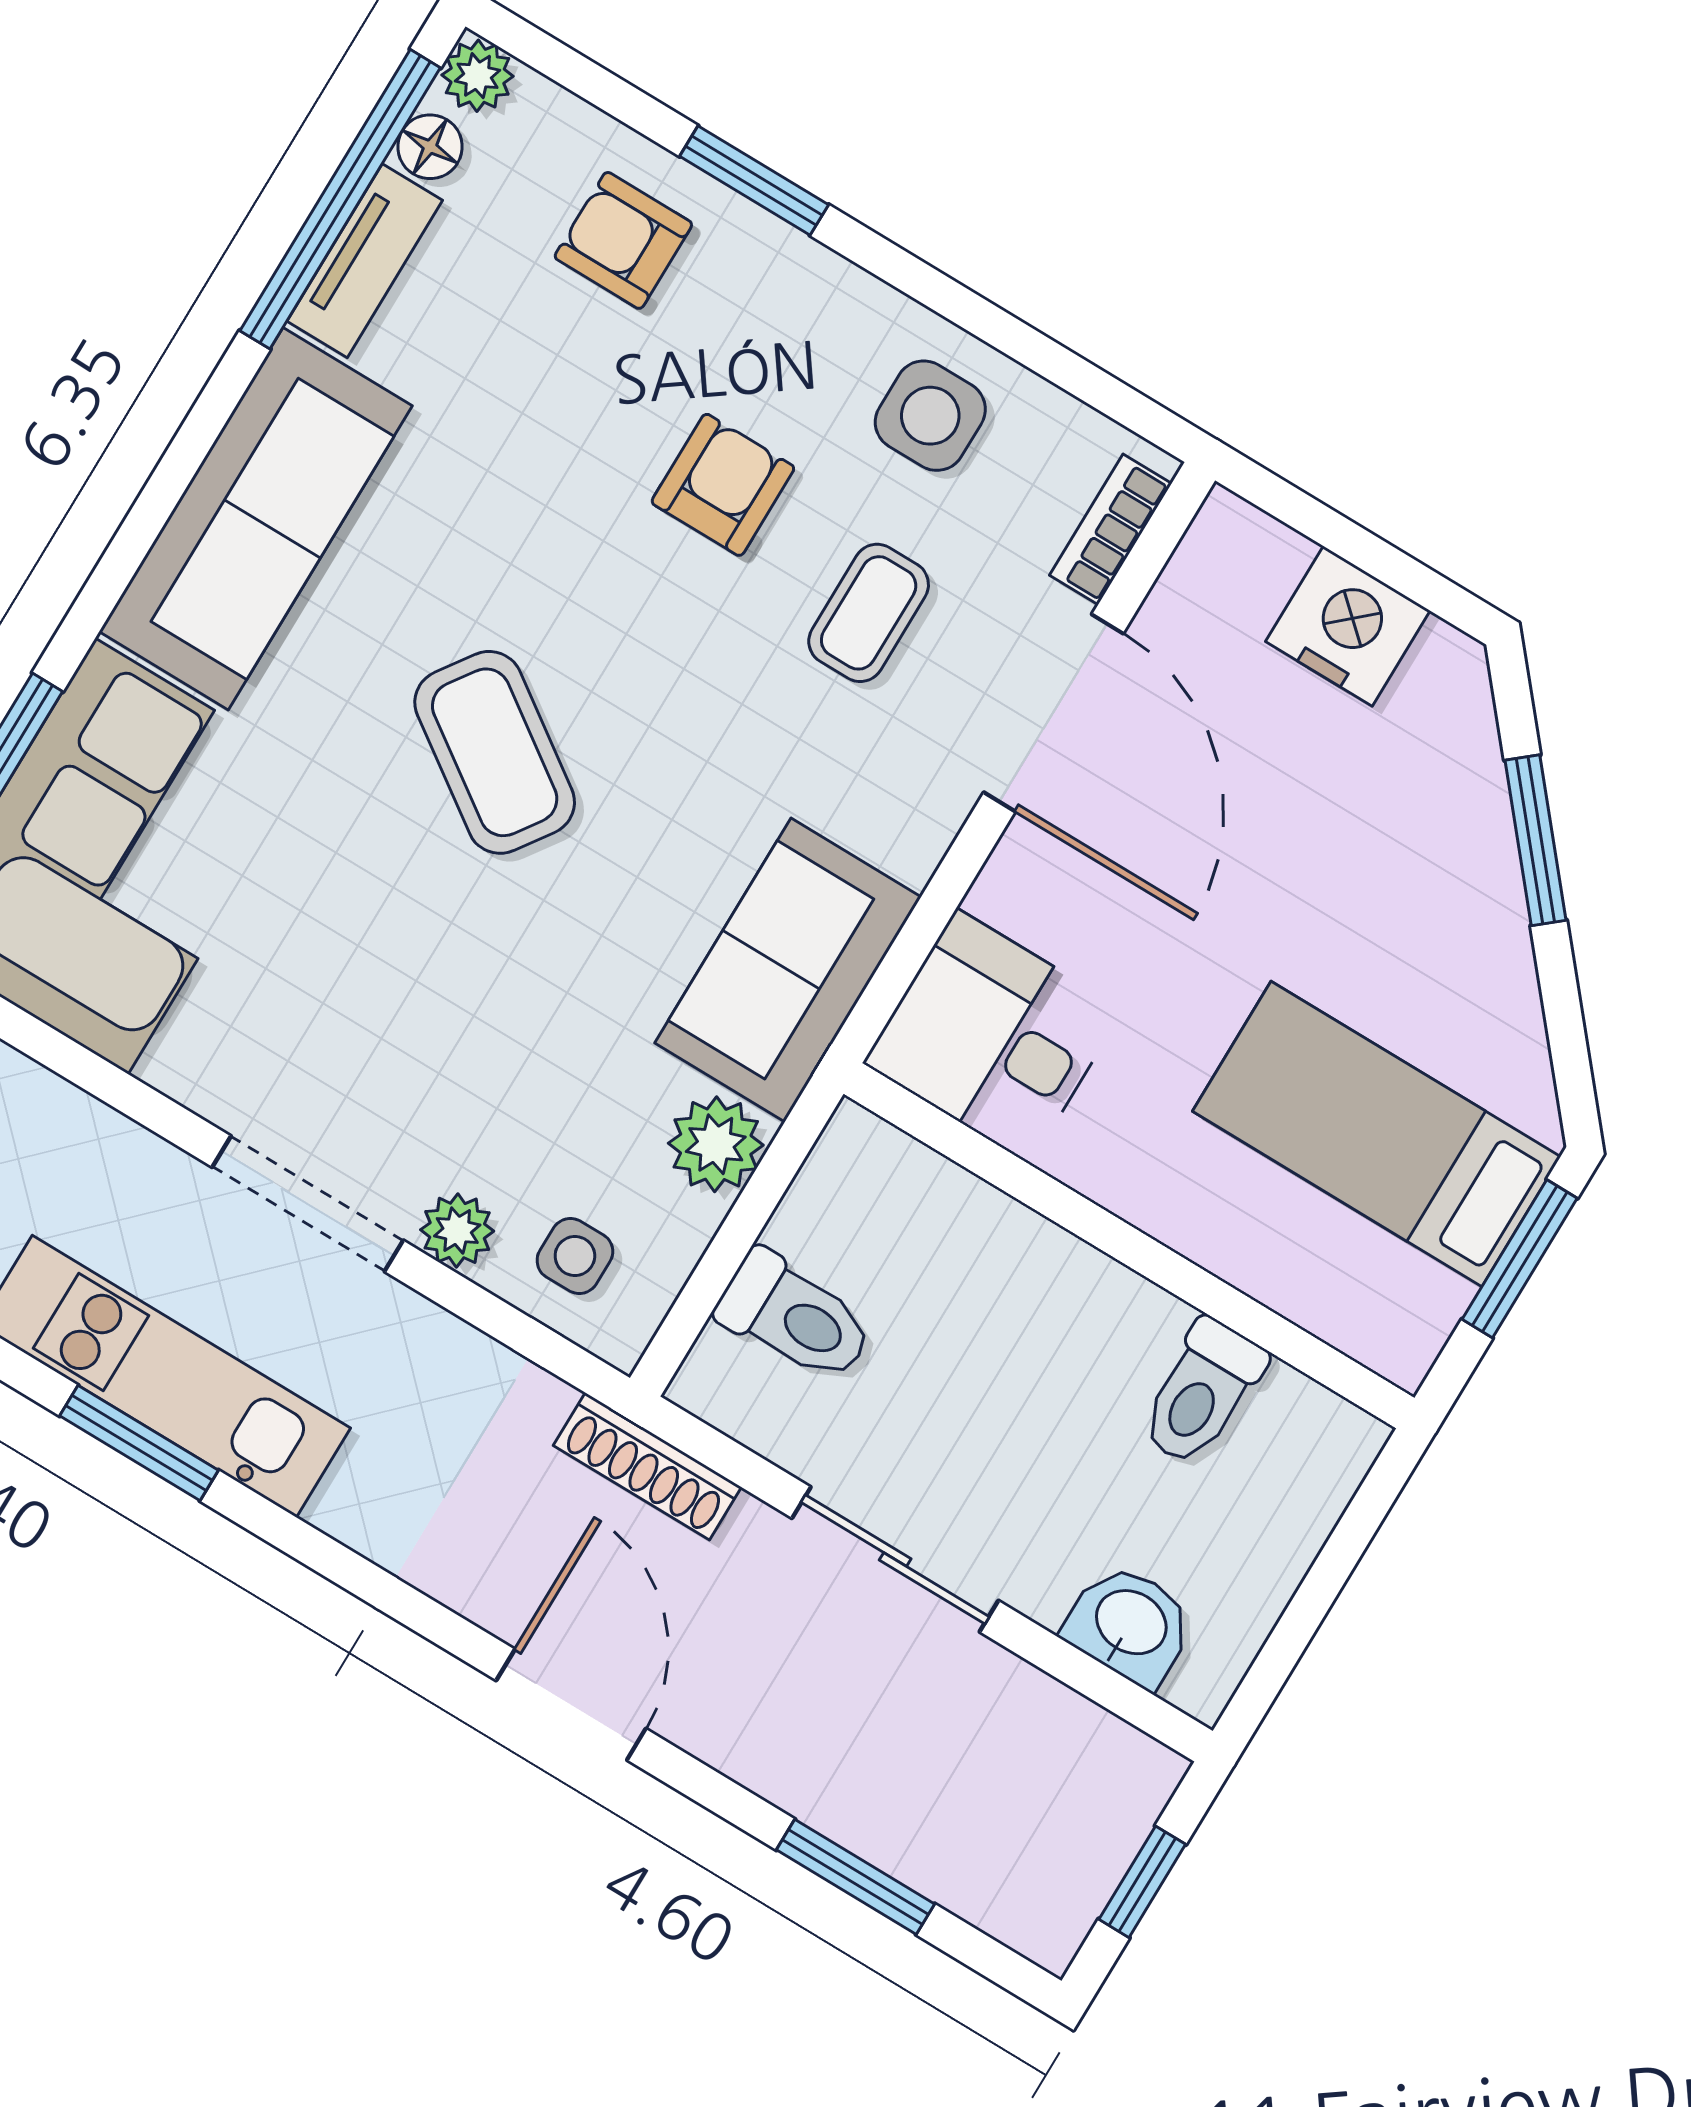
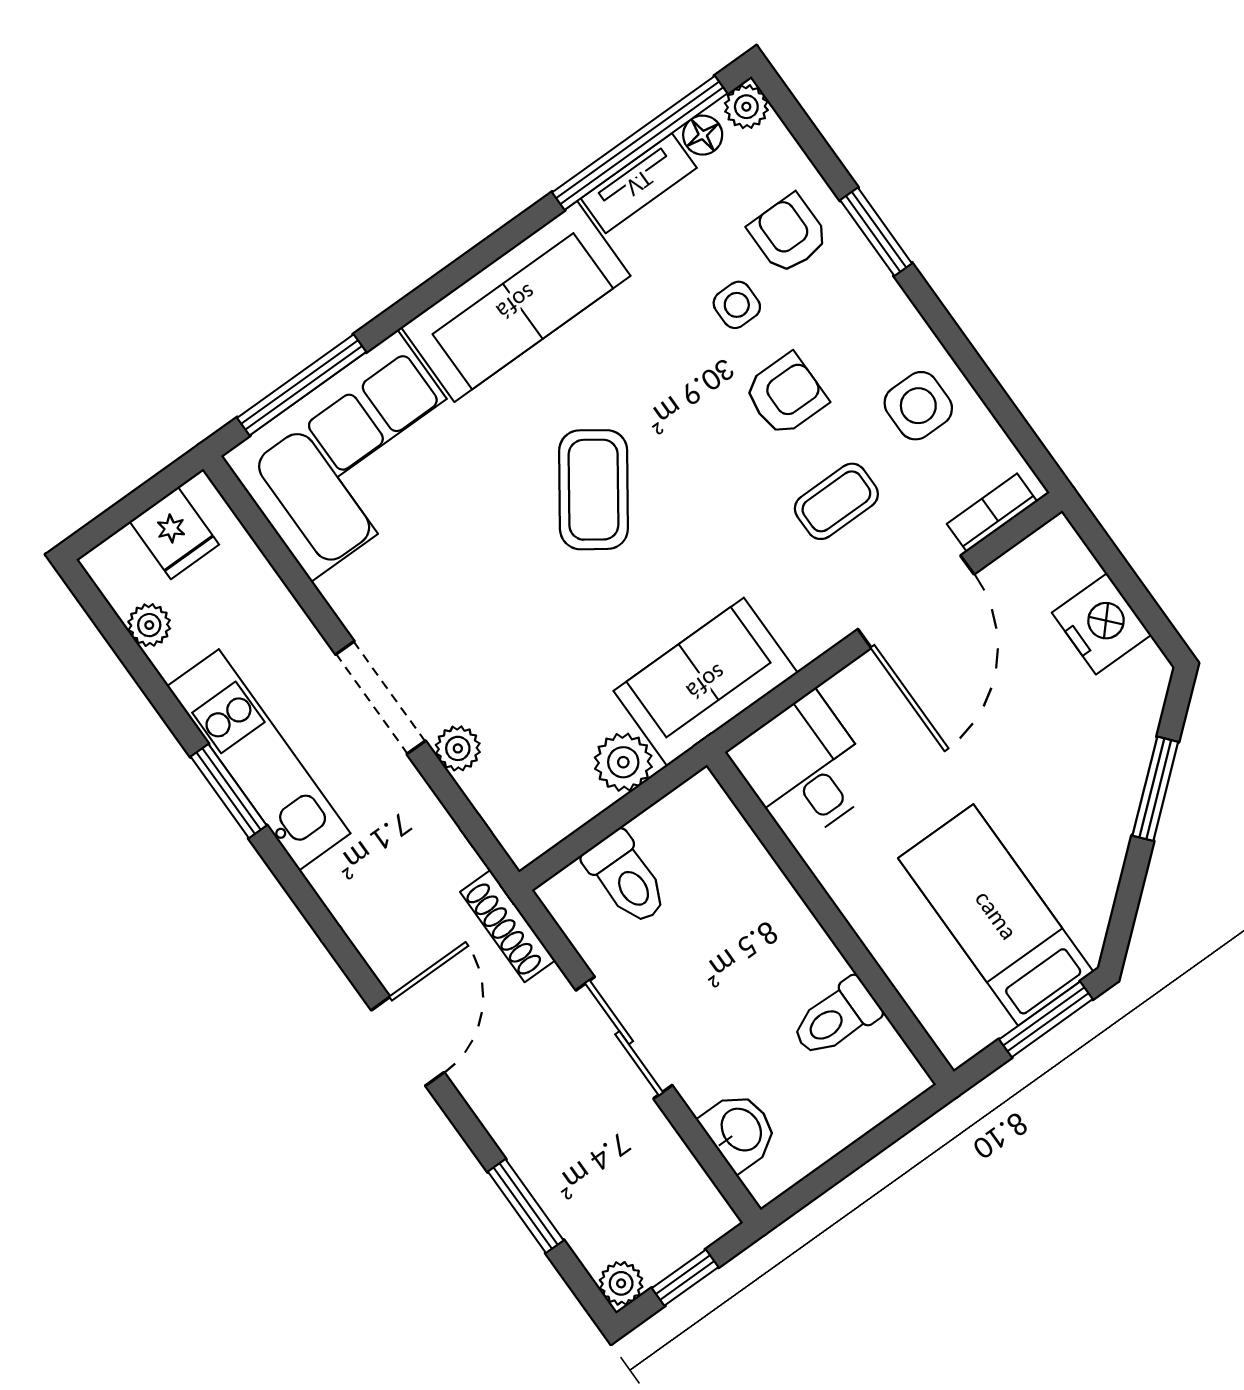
side table: (575, 1256) -> (737, 305), moved
plant: (1049, 1932) -> (621, 1283), added

